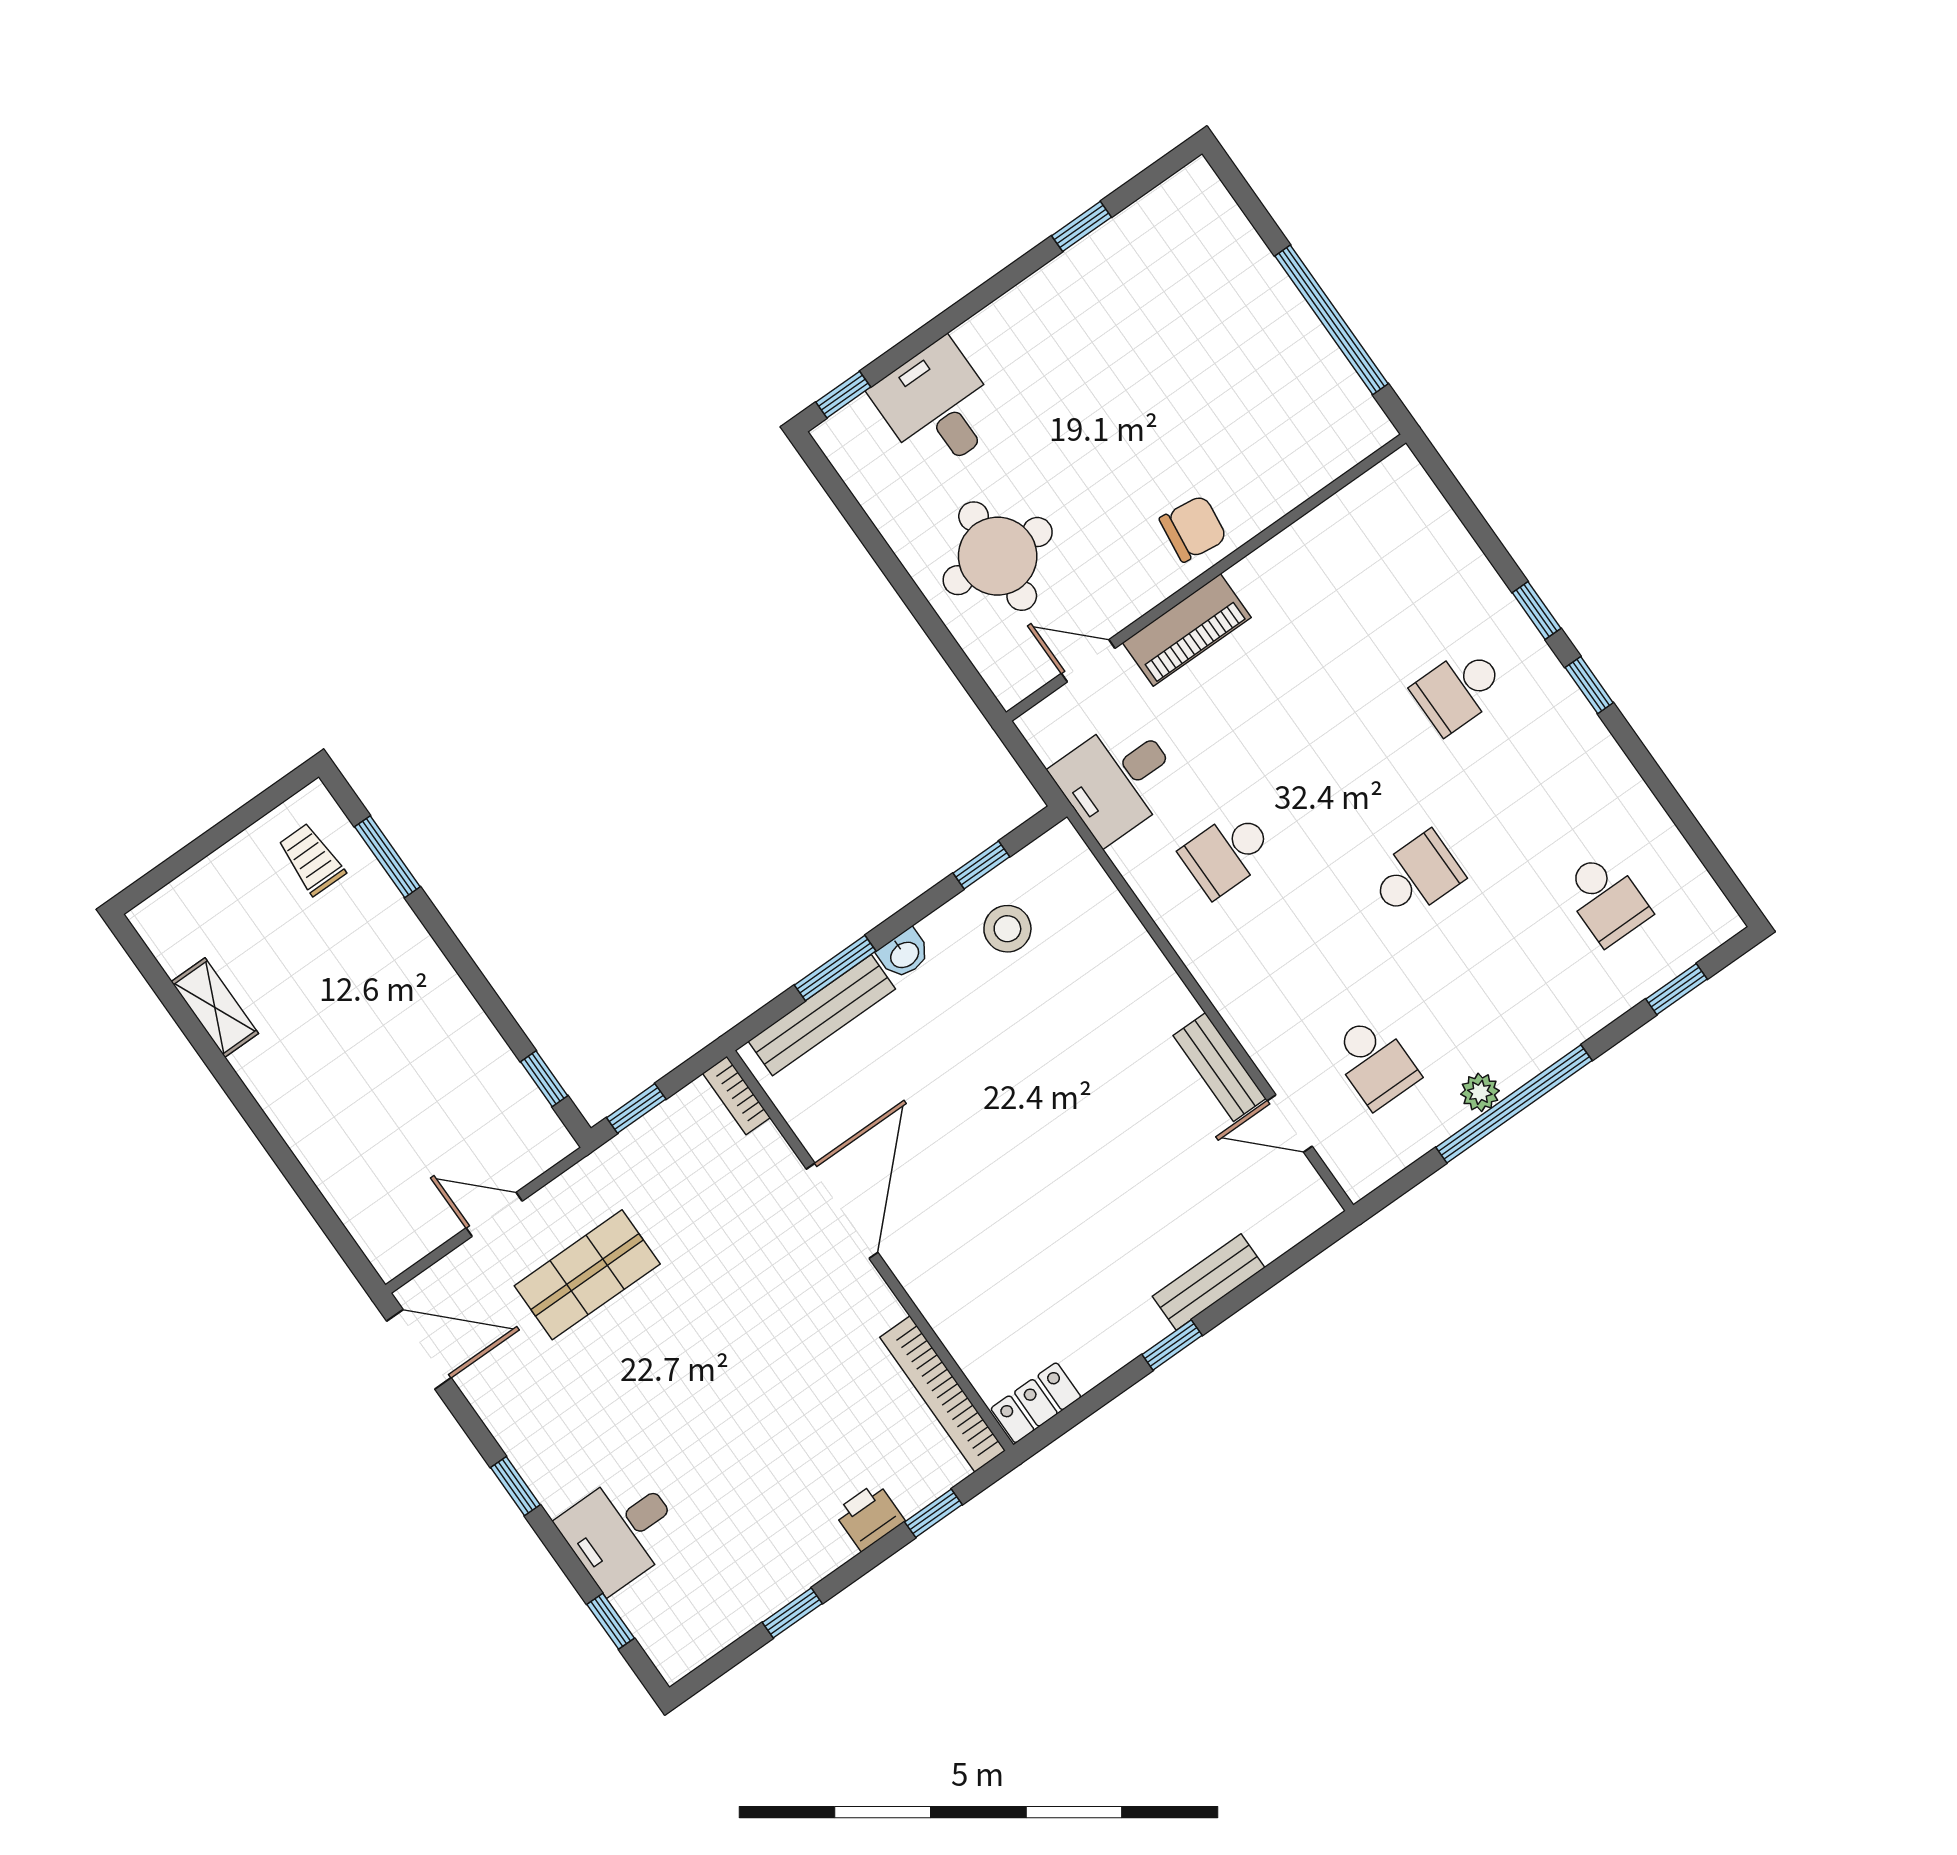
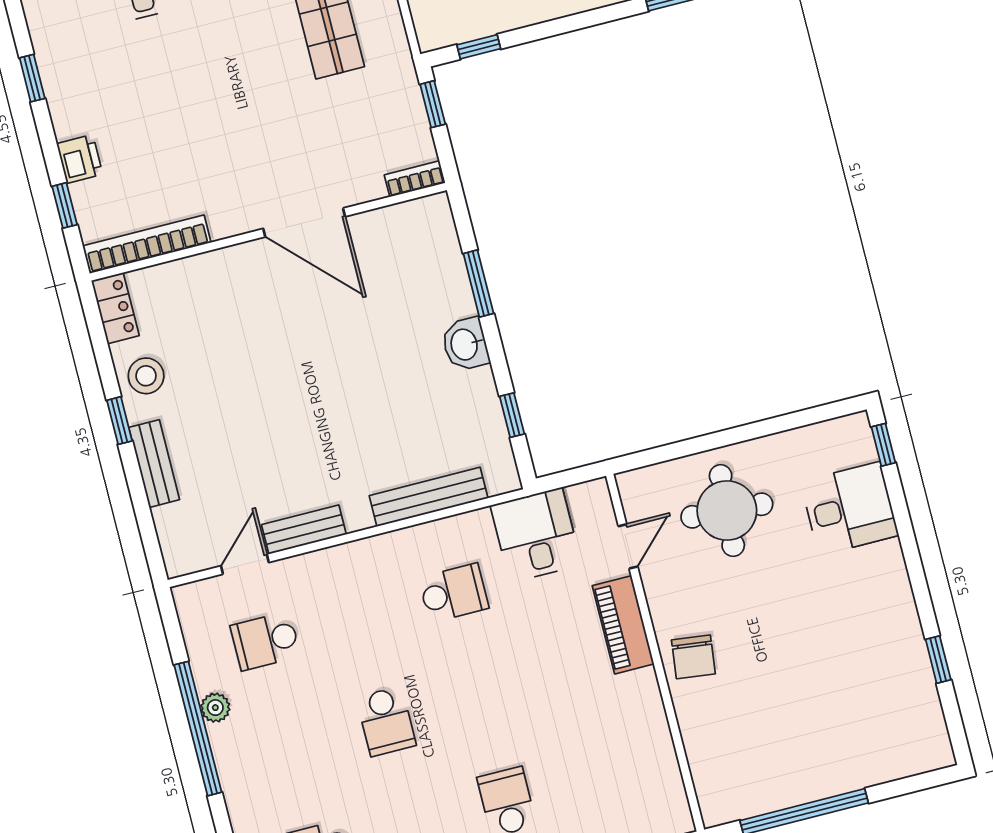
school desk: (1227, 853) -> (454, 593), turned 90
stool: (1007, 929) -> (146, 376), moved
washbasin: (904, 954) -> (465, 344), width x1.38, depth x1.45
bench: (822, 1015) -> (429, 497), moved, turned 90

